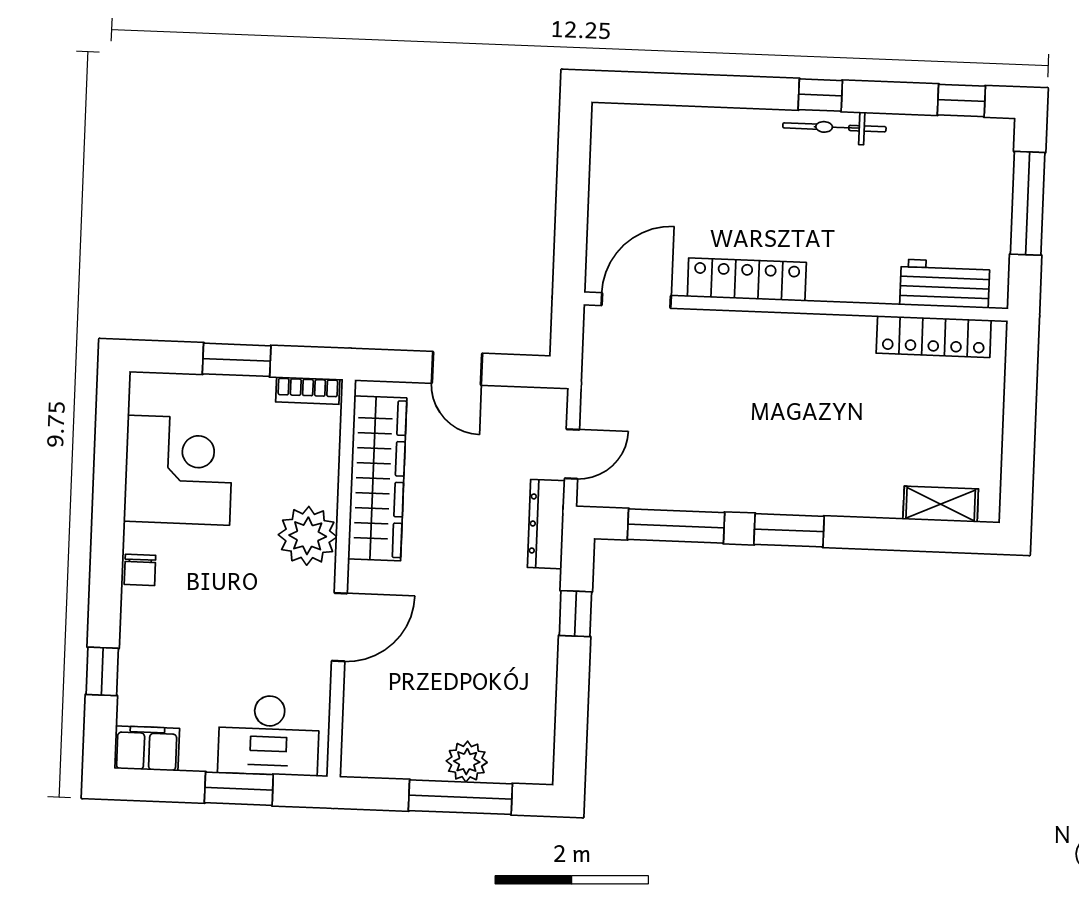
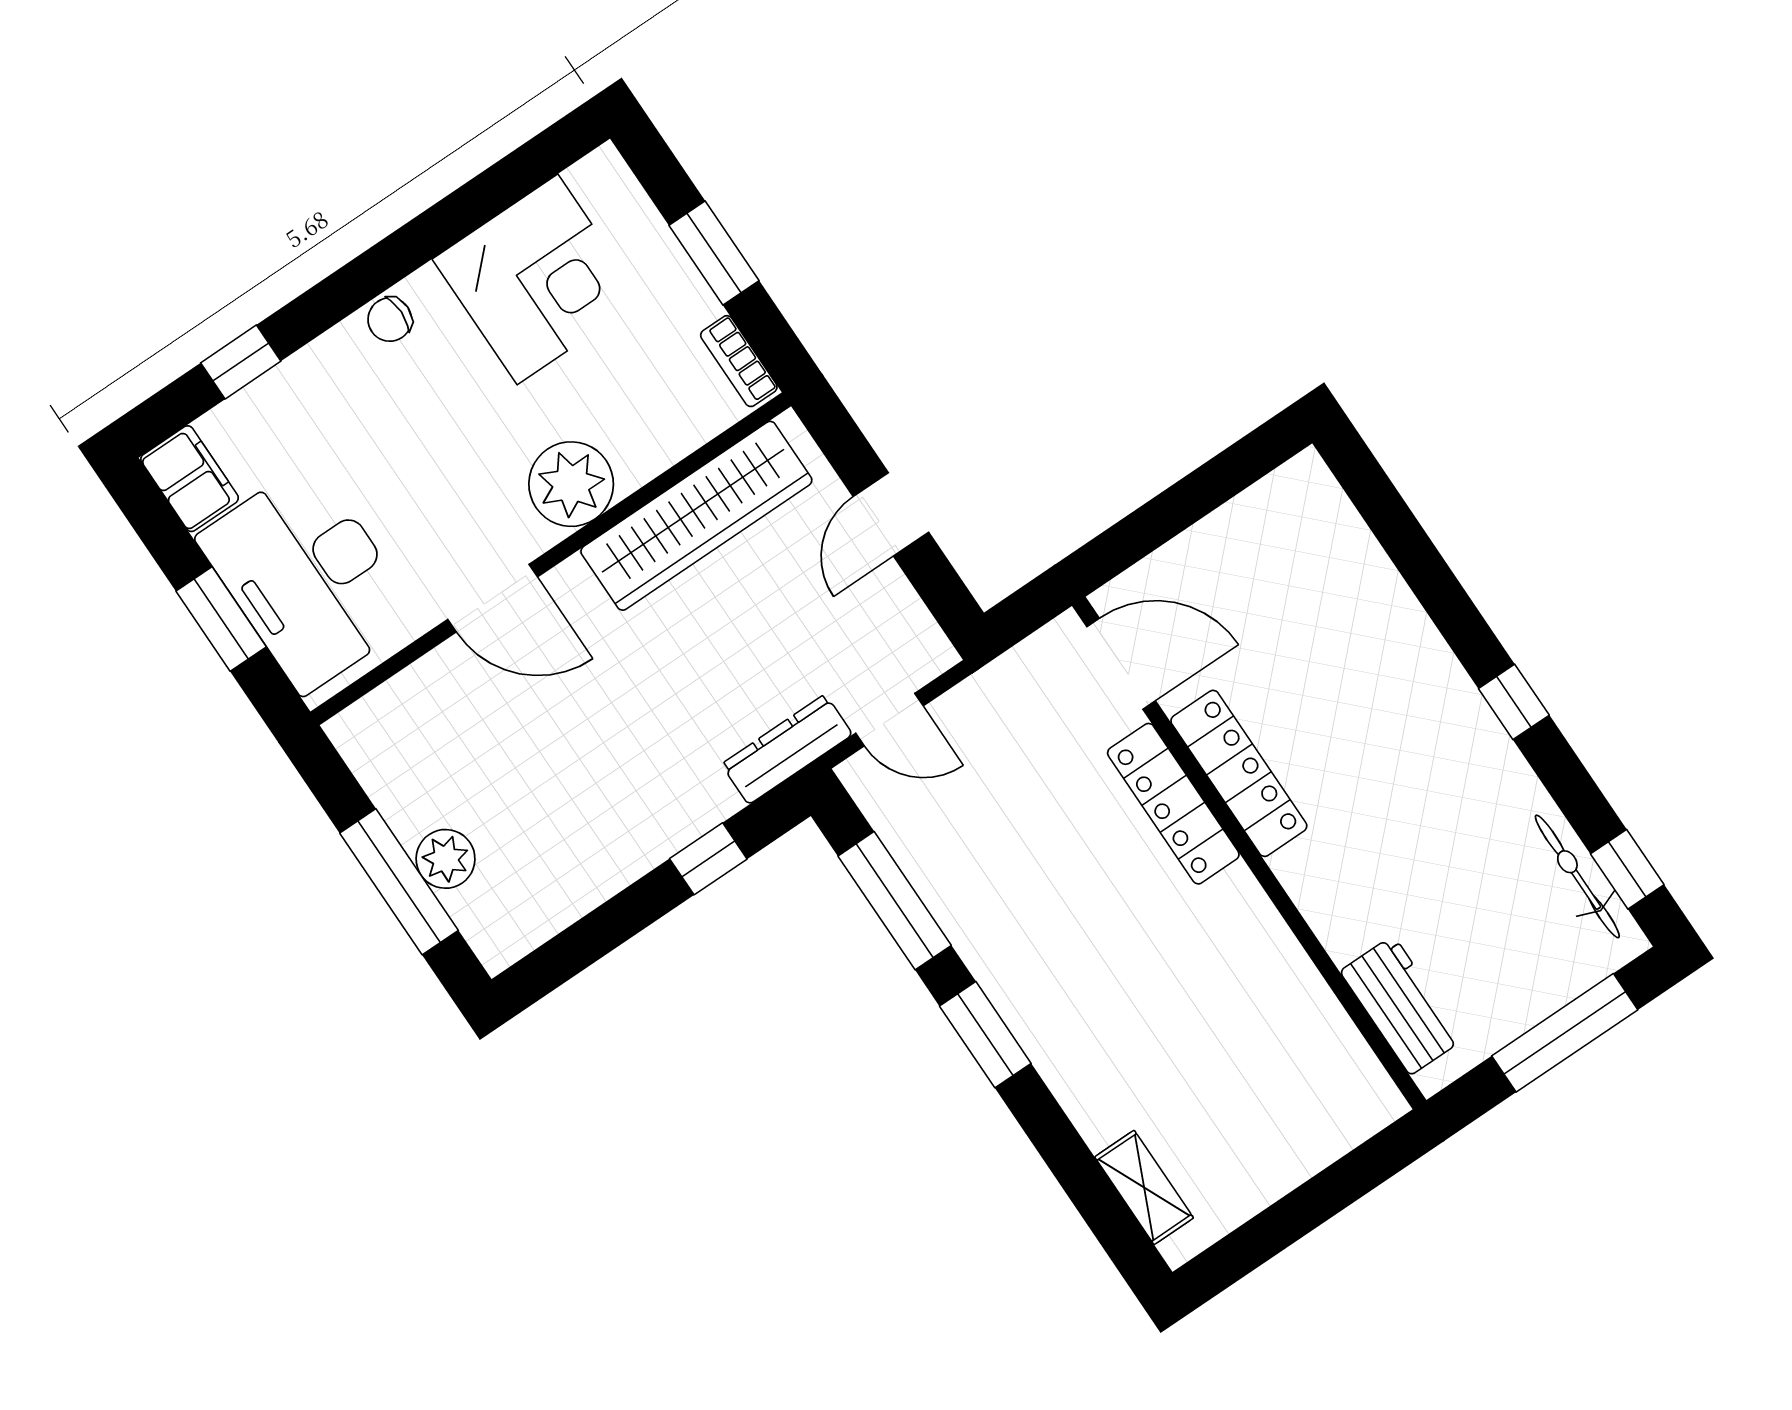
bicycle: (834, 127) -> (1577, 876), moved
locker: (934, 337) -> (1173, 804), moved
desk: (269, 735) -> (308, 577), width x1.36, depth x1.30

